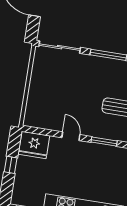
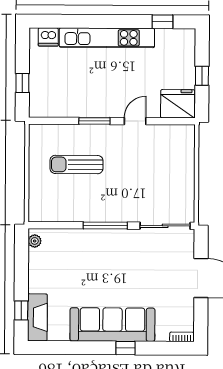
door: (71, 136) -> (135, 121), swing flipped

